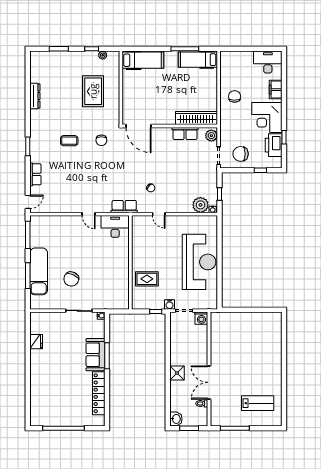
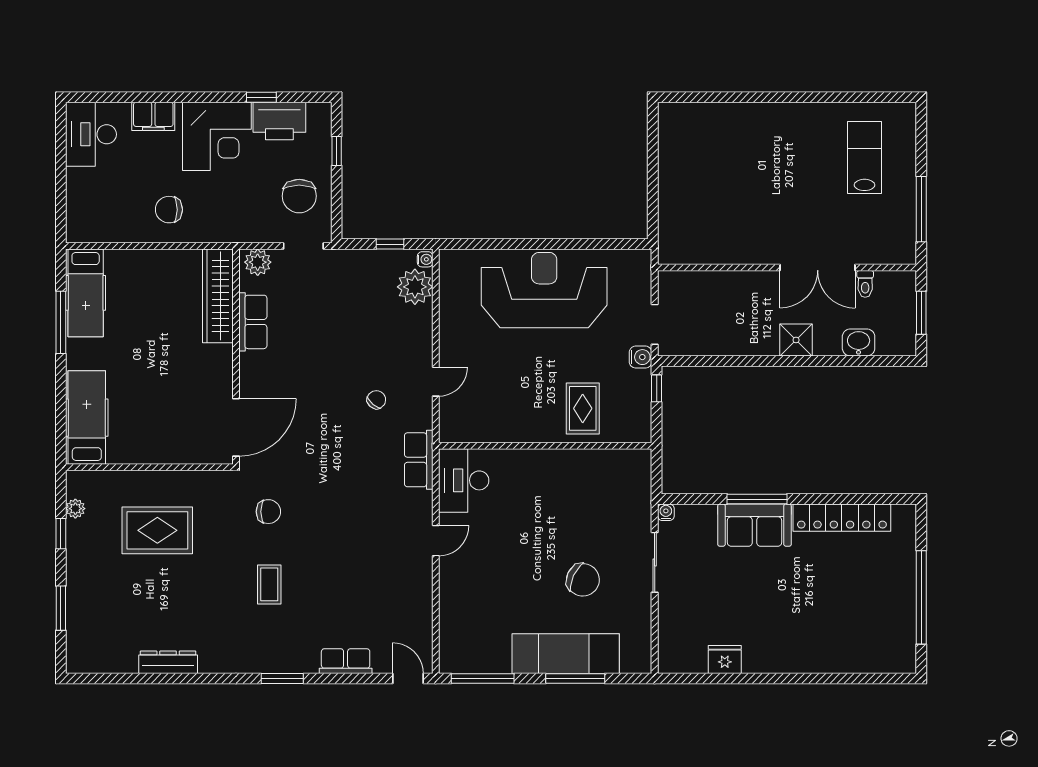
washing machine: (201, 318) -> (672, 285), removed
washbasin: (176, 419) -> (859, 342), moved

